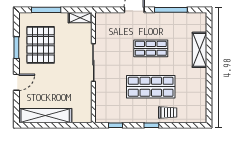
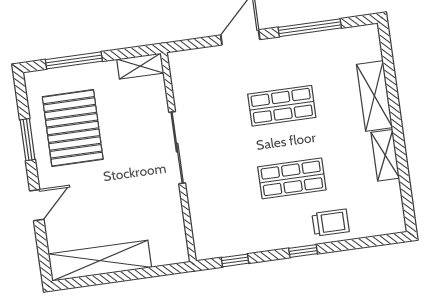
shelving: (201, 82) -> (385, 155), added
shop shelf: (151, 87) -> (292, 178), width x0.70, depth x0.74

